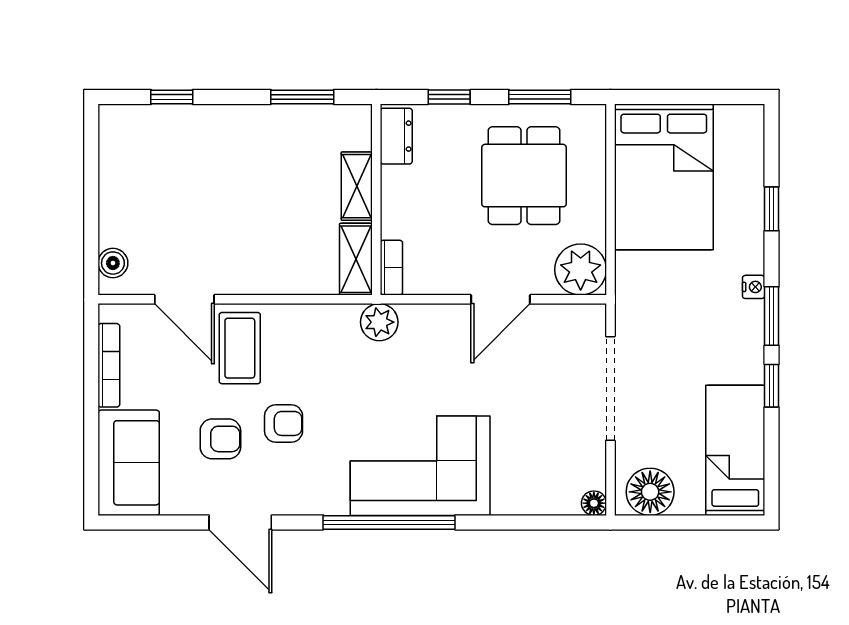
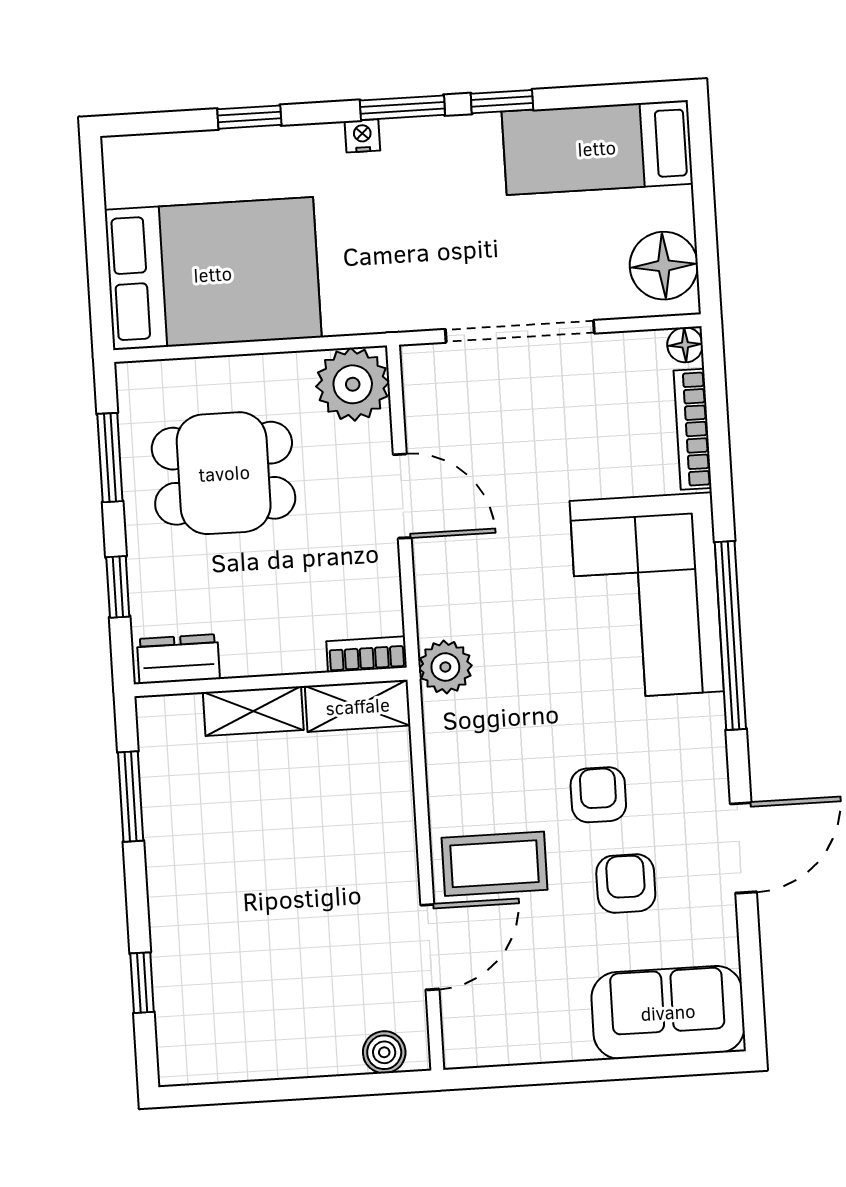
bookcase: (109, 365) -> (693, 429), moved, turned -90

